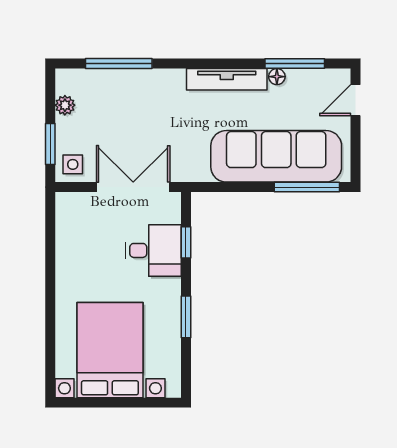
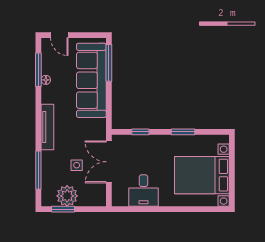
tv unit: (227, 79) -> (47, 127), moved
plant: (65, 105) -> (67, 196), width x1.87, depth x1.87
window: (50, 144) -> (63, 209), moved
side table: (73, 164) -> (77, 165), moved
desk: (153, 250) -> (143, 191), moved, turned 180

